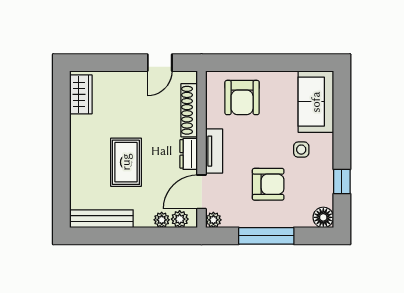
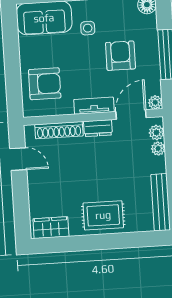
rug: (126, 162) -> (103, 215), moved
door: (202, 192) -> (131, 115), swing flipped

